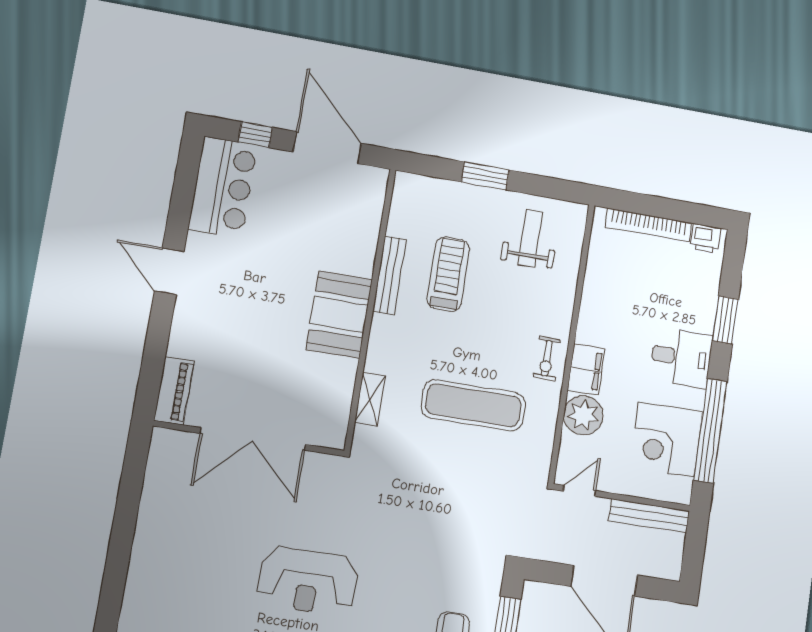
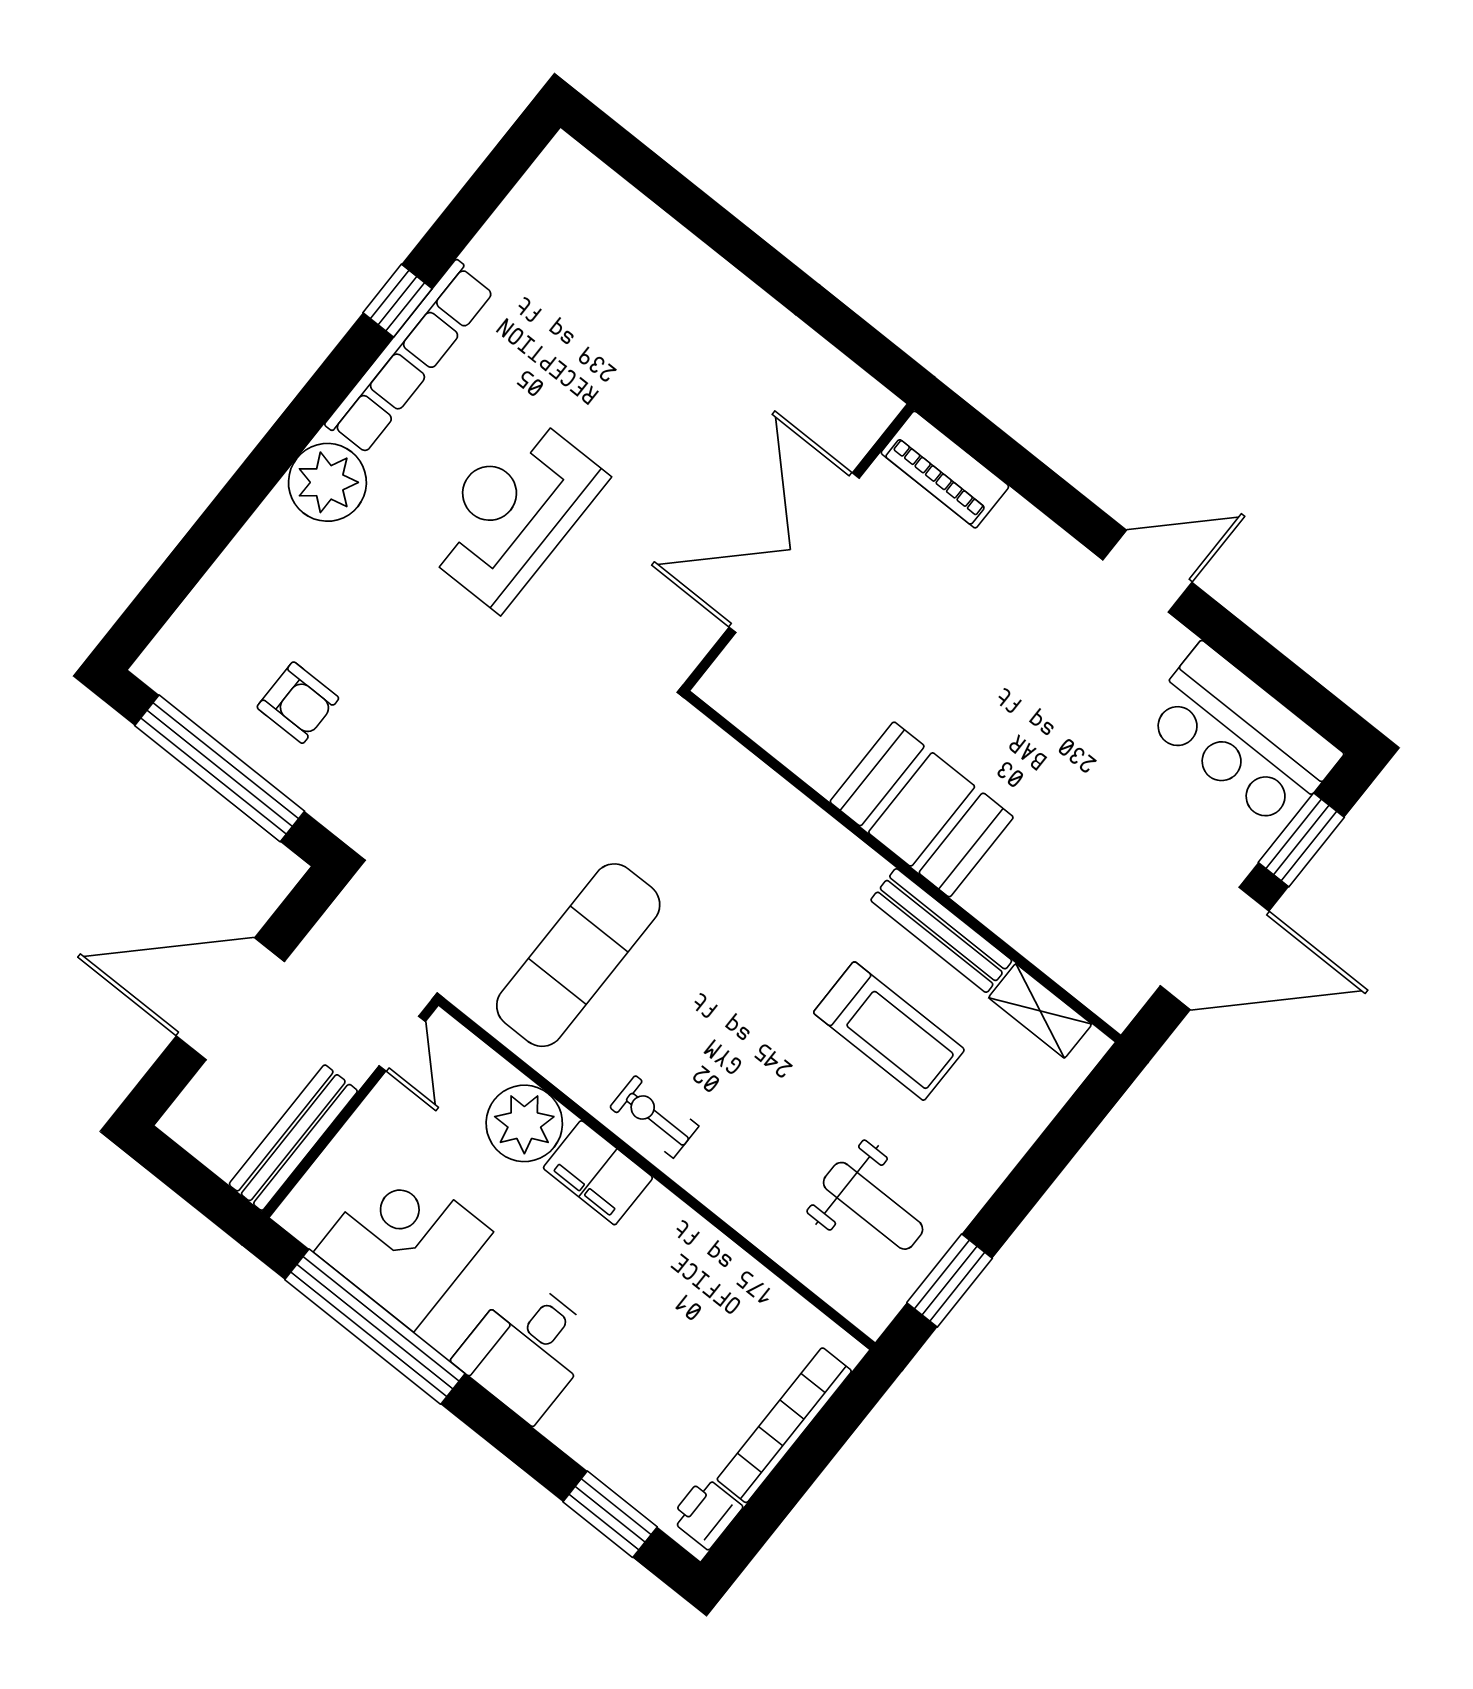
window: (255, 135) -> (1301, 840), width x1.50
window: (485, 176) -> (950, 1281), moved
window: (725, 320) -> (610, 1514), moved
shelving: (370, 399) -> (1040, 1011), moved
exercise mat: (473, 405) -> (578, 955), moved

